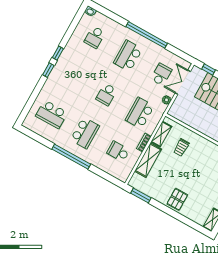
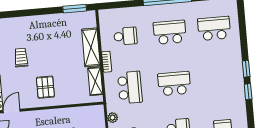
school desk: (106, 94) -> (174, 84), width x1.85
school desk: (85, 133) -> (170, 32), turned 90
trolley: (181, 147) -> (21, 58), moved
pallet: (177, 199) -> (45, 87), moved

